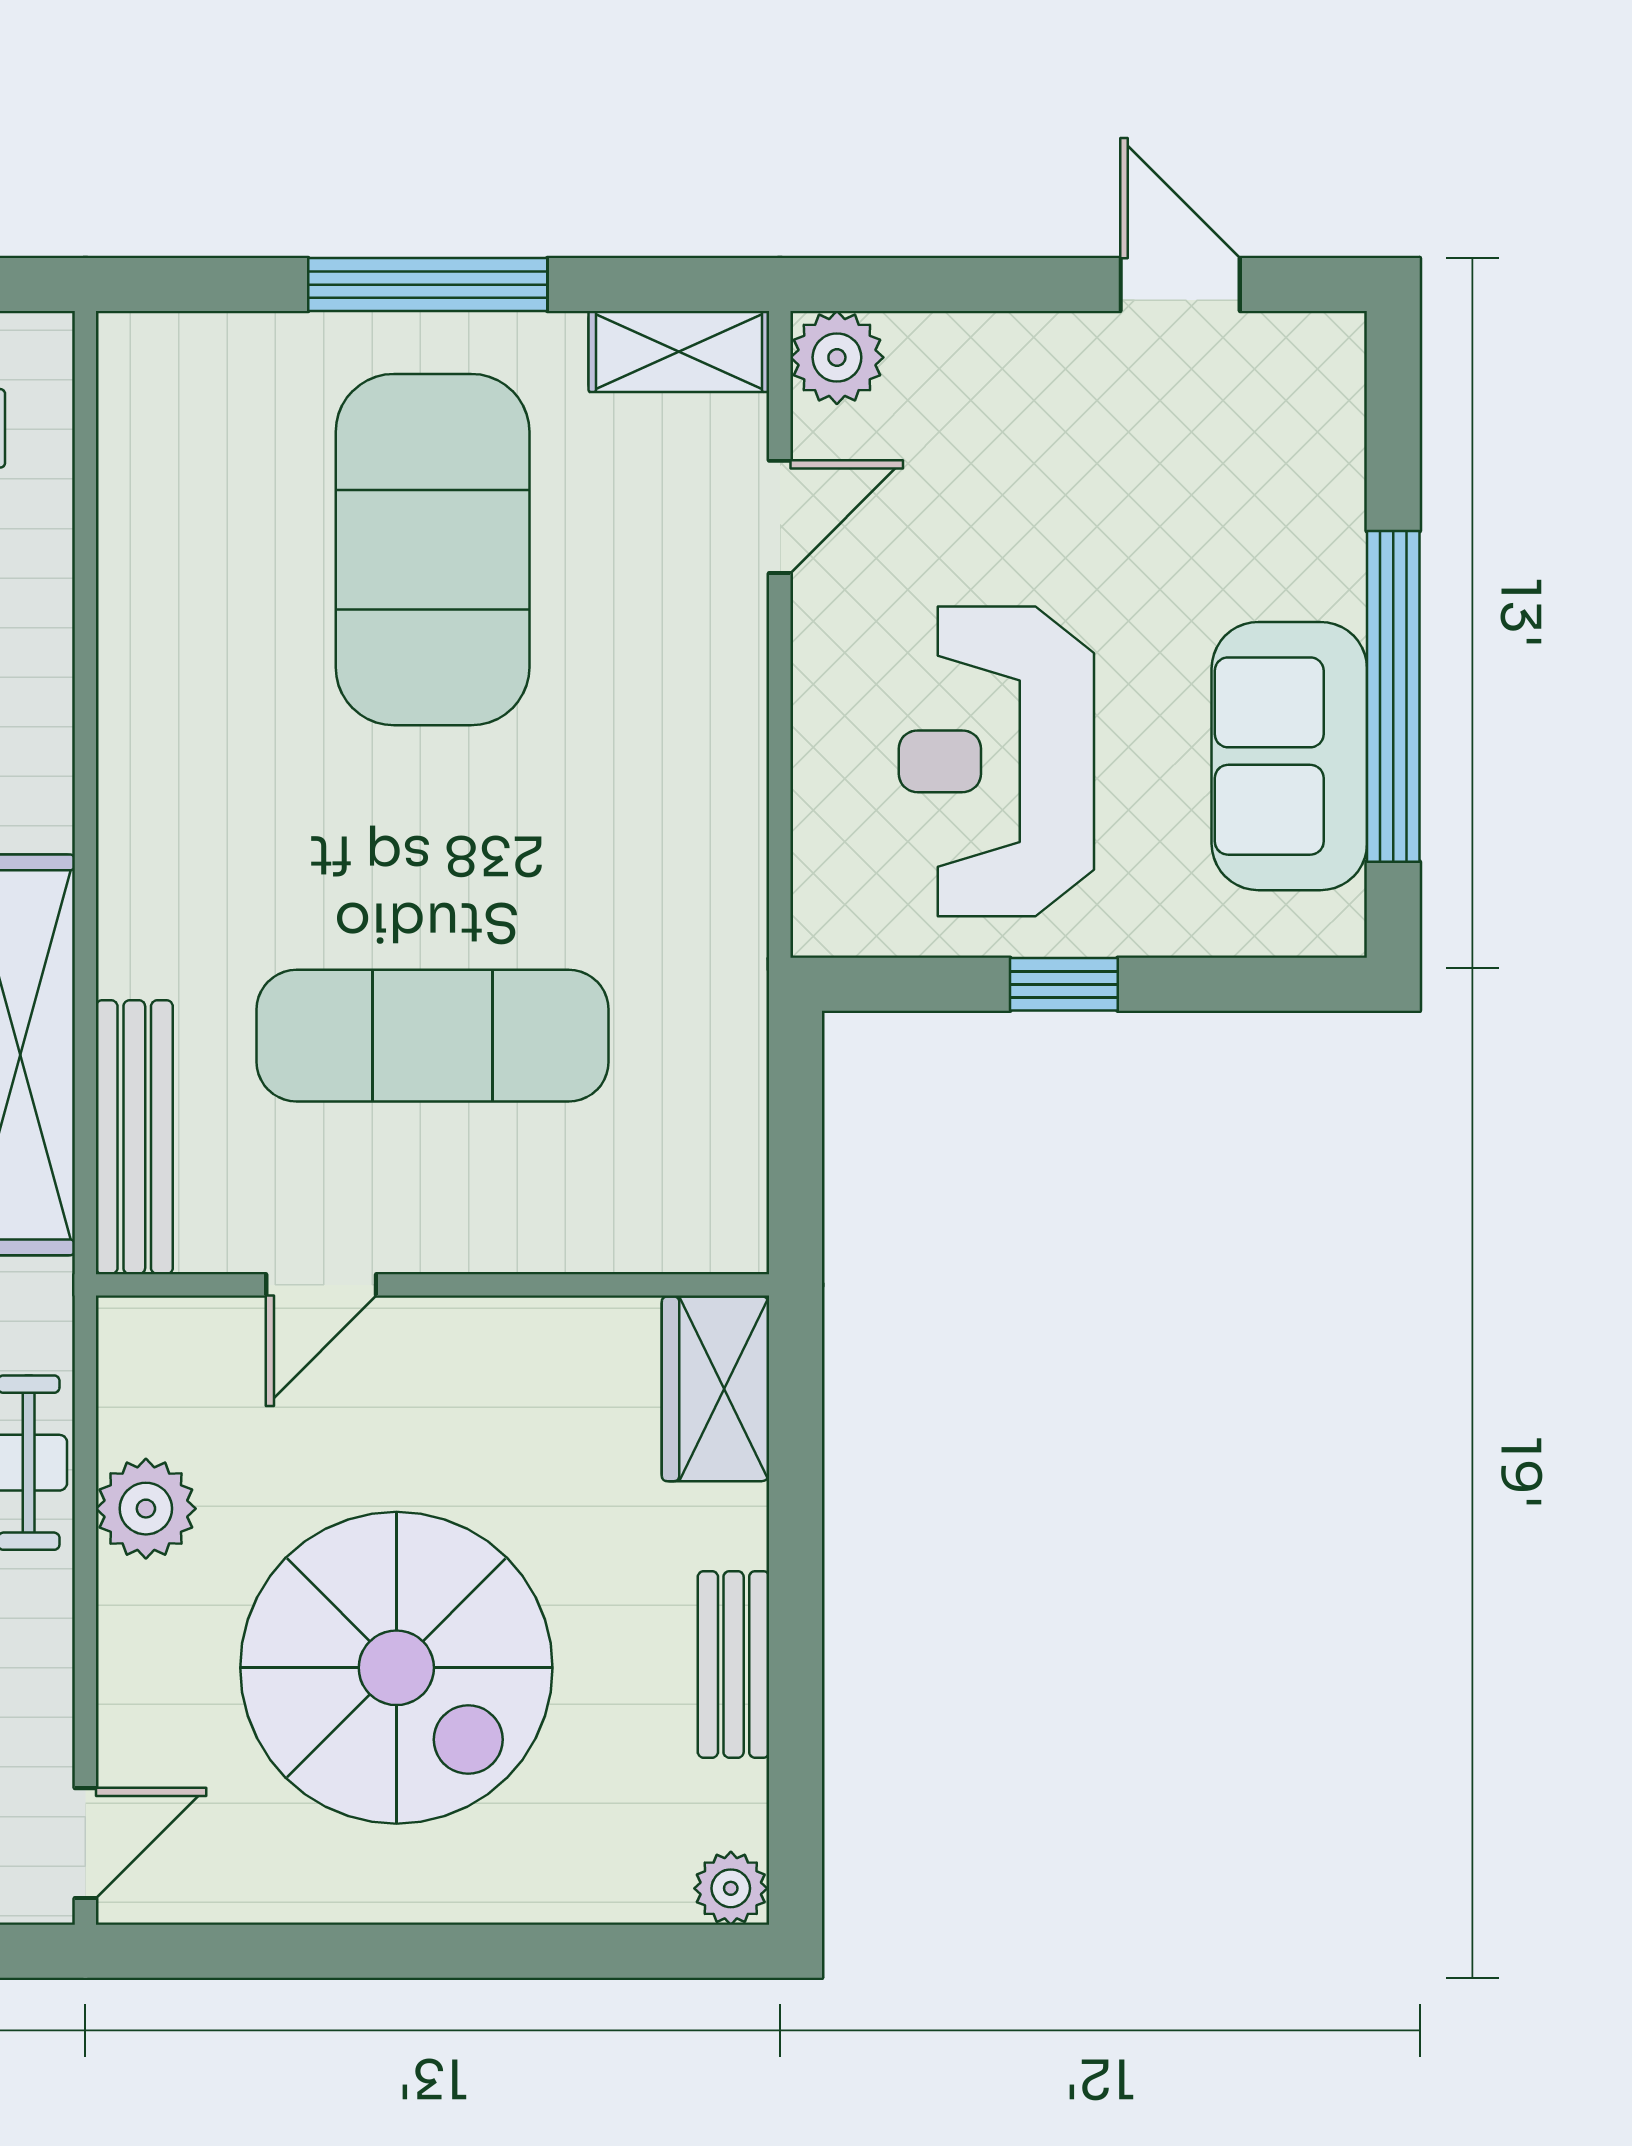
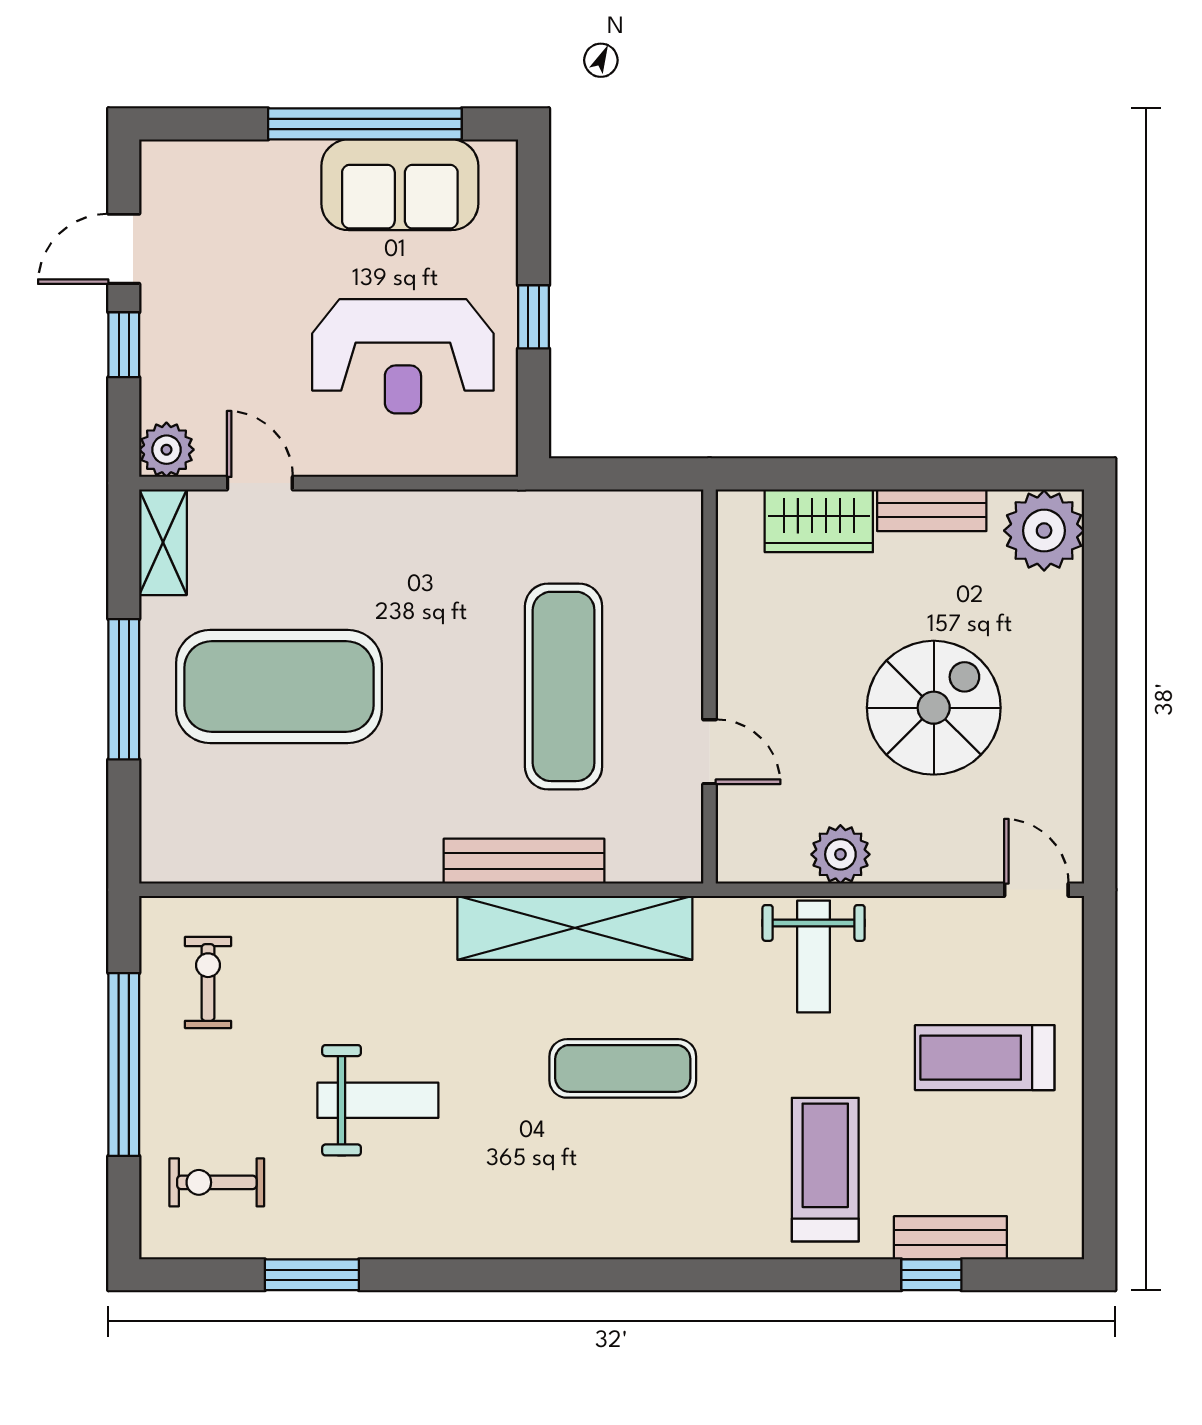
window: (1016, 285) -> (124, 345), added
bench: (134, 1137) -> (524, 861), moved
wardrobe: (716, 1389) -> (819, 521), moved
spiral stairs: (396, 1668) -> (934, 708), width x0.73, depth x0.73
plant: (731, 1888) -> (1044, 531), width x1.87, depth x1.87

